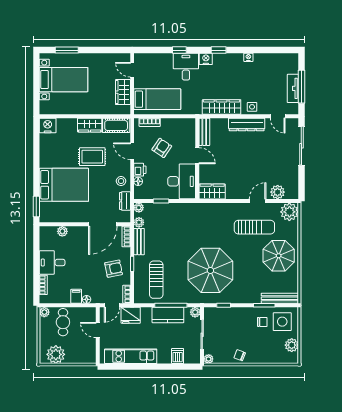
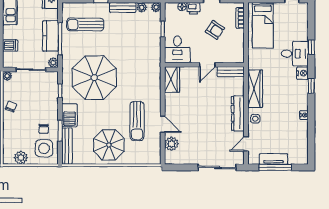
desk: (182, 181) -> (177, 49), width x0.73
plant: (289, 212) -> (152, 155), removed
barbecue: (248, 296) -> (69, 115), added

